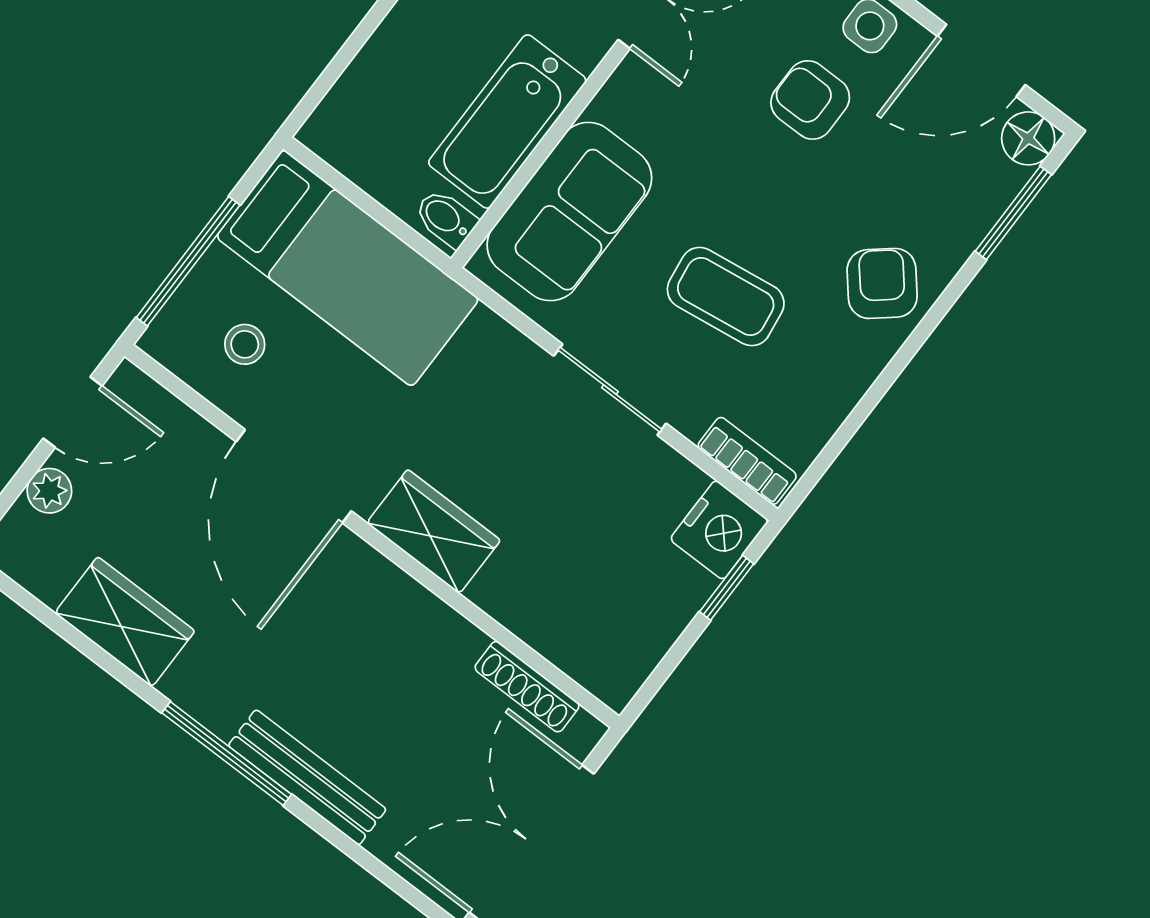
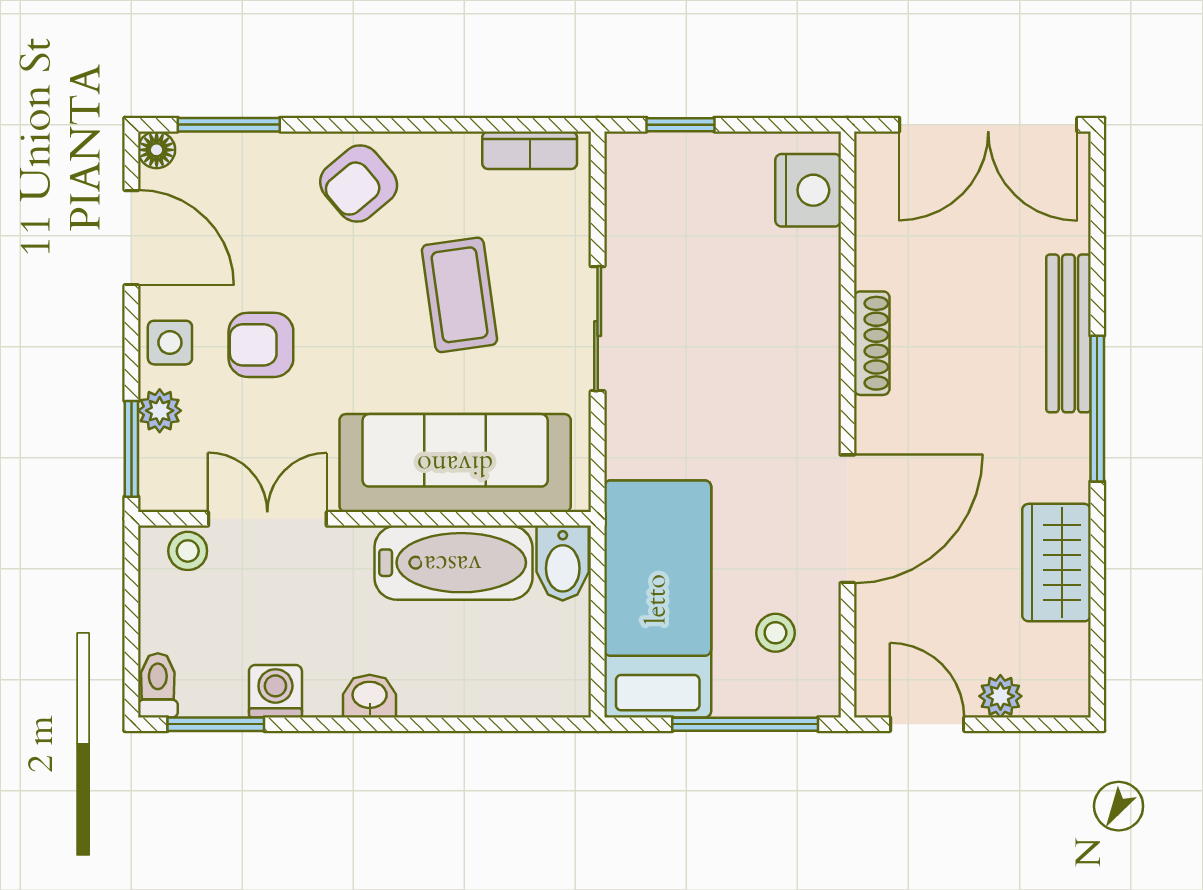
armchair: (810, 100) -> (261, 345), turned 90
floor lamp: (1028, 138) -> (157, 150), width x0.73, depth x0.73
sofa: (569, 212) -> (455, 463), width x1.36
bidet: (446, 218) -> (563, 563), width x1.38, depth x1.36
bookcase: (747, 461) -> (530, 150), moved, turned -90
nightstand: (719, 530) -> (808, 190), moved, turned 90
wardrobe: (434, 532) -> (808, 380), removed
shoe rack: (527, 687) -> (872, 343), moved

